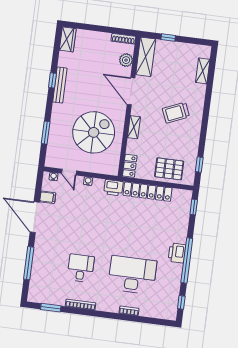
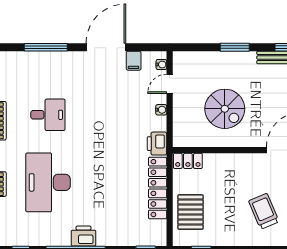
shelving: (134, 127) -> (238, 160), removed
spiral stairs: (94, 132) -> (225, 109), width x0.73, depth x0.73
window: (46, 133) -> (235, 47), moved
desk: (132, 275) -> (48, 182), turned 180

